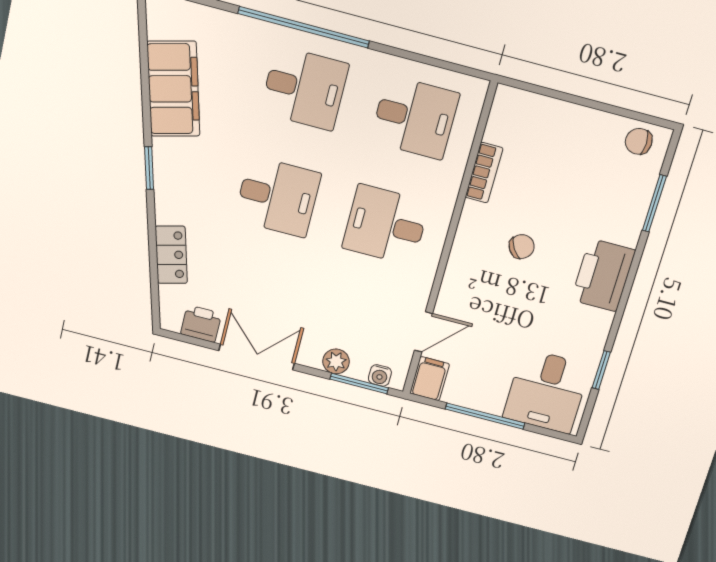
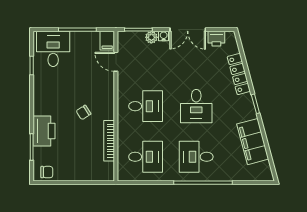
desk: (415, 117) -> (146, 157), turned 180
bookcase: (484, 173) -> (109, 141), width x1.56
desk: (278, 197) -> (196, 106), turned -90
locker: (171, 255) -> (239, 74), width x1.53
printer: (603, 275) -> (44, 131), moved
door: (424, 332) -> (116, 62), hinge flipped
water cooler: (380, 375) -> (164, 36), moved

